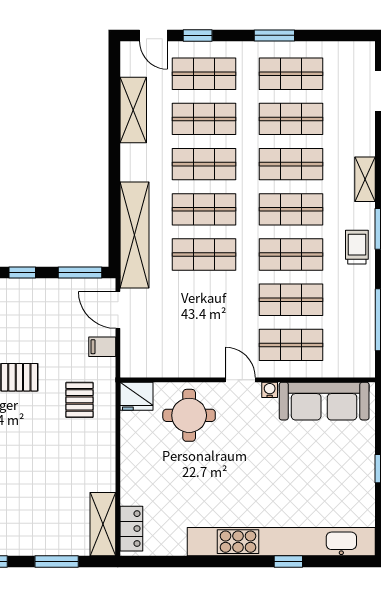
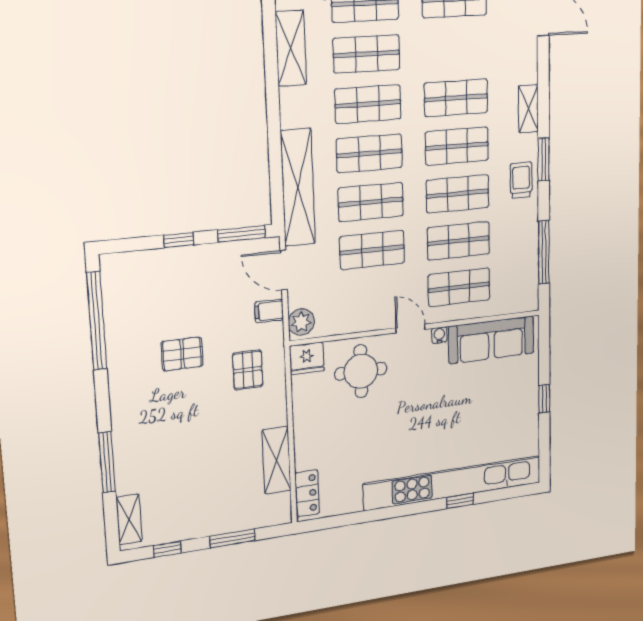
shop shelf: (291, 119) -> (372, 250), moved
plant: (133, 361) -> (301, 322), added
shelving: (103, 524) -> (276, 460), moved

